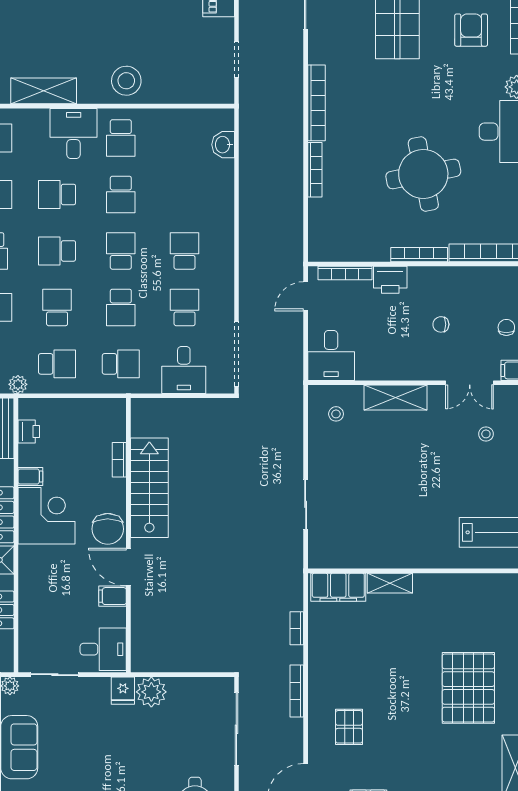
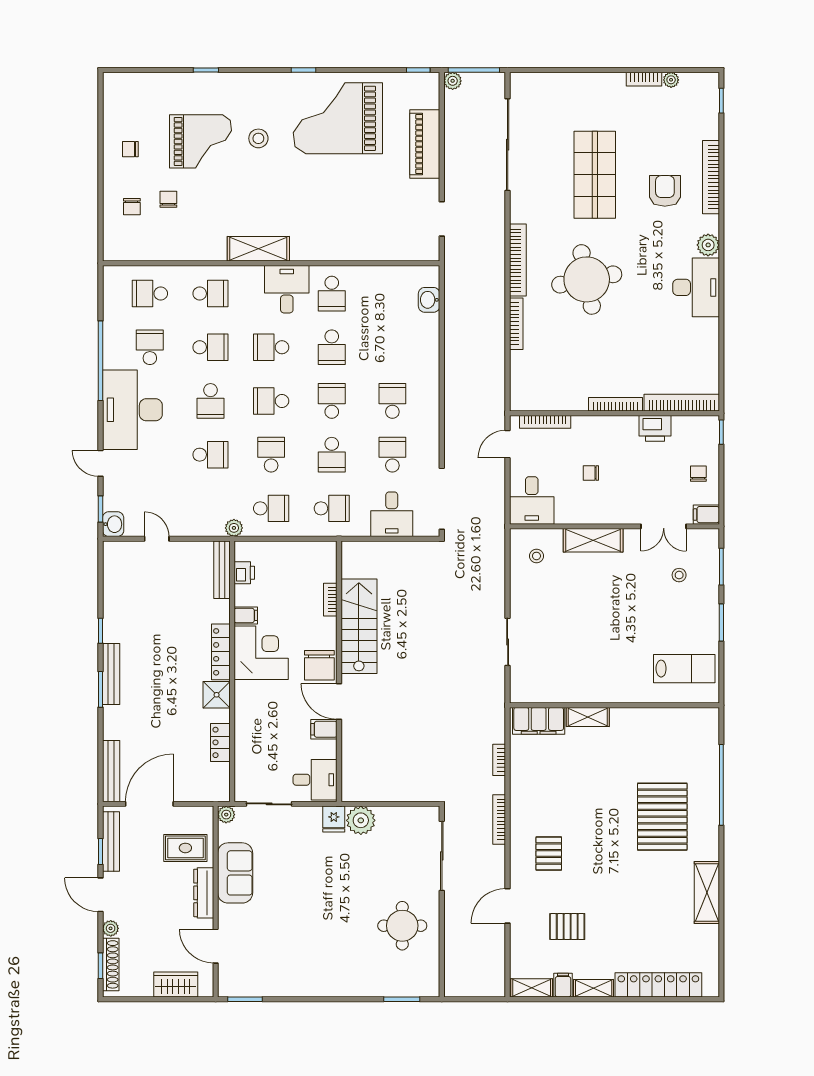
stool: (126, 81) -> (337, 239), removed
round table: (423, 174) -> (587, 279), moved
printer: (390, 280) -> (655, 428), moved
chair: (441, 324) -> (591, 473), moved

